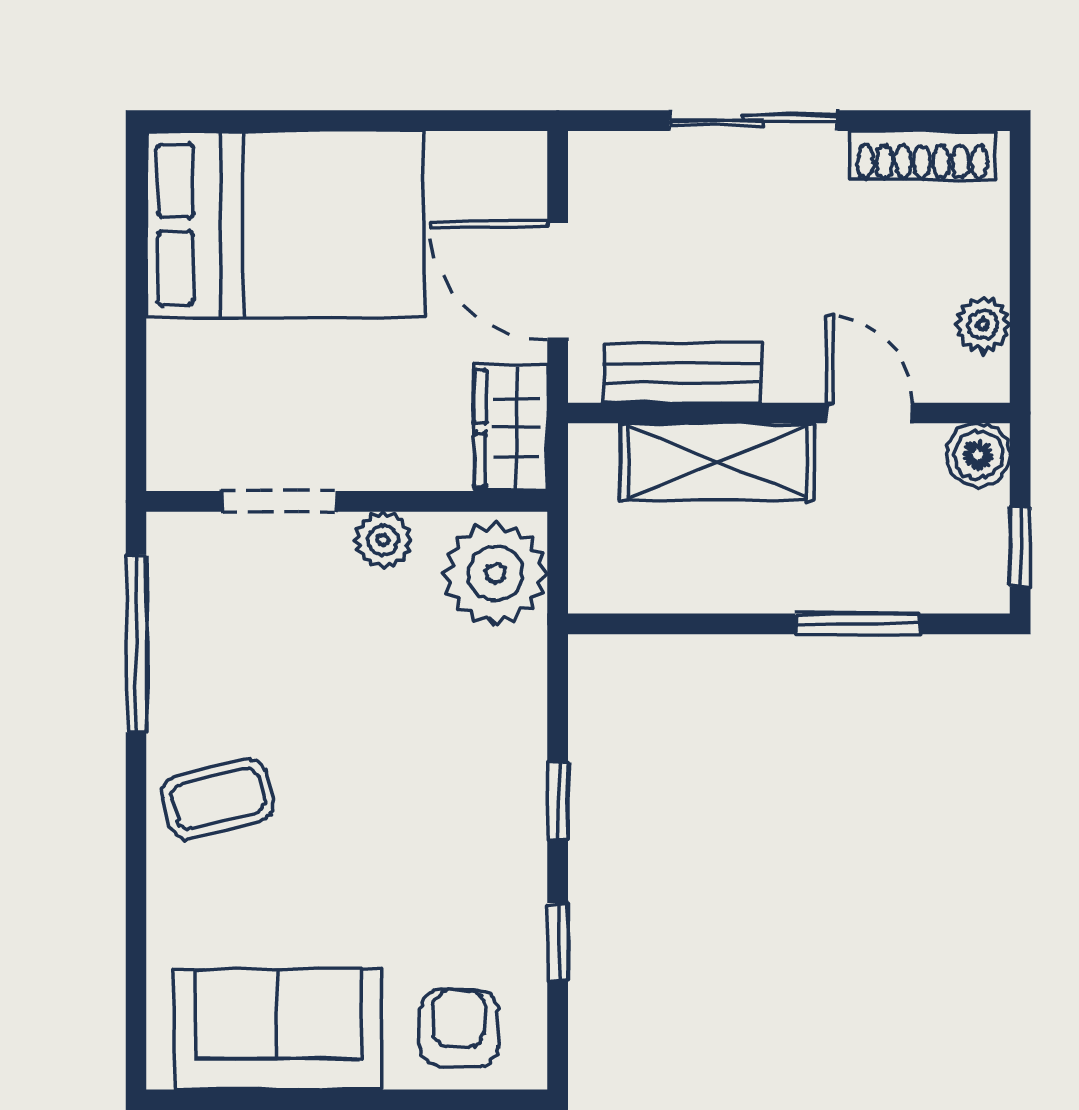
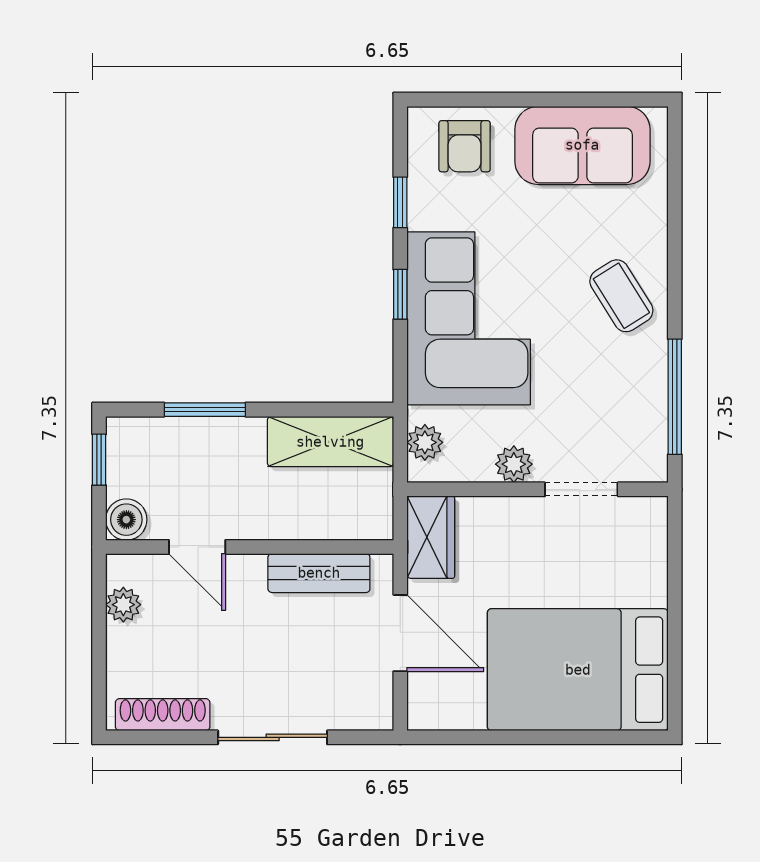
shelving: (717, 462) -> (330, 442), moved
plant: (495, 573) -> (425, 442), width x0.53, depth x0.53
corner sofa: (453, 764) -> (469, 318), added
coffee table: (218, 799) -> (621, 296), turned 72

